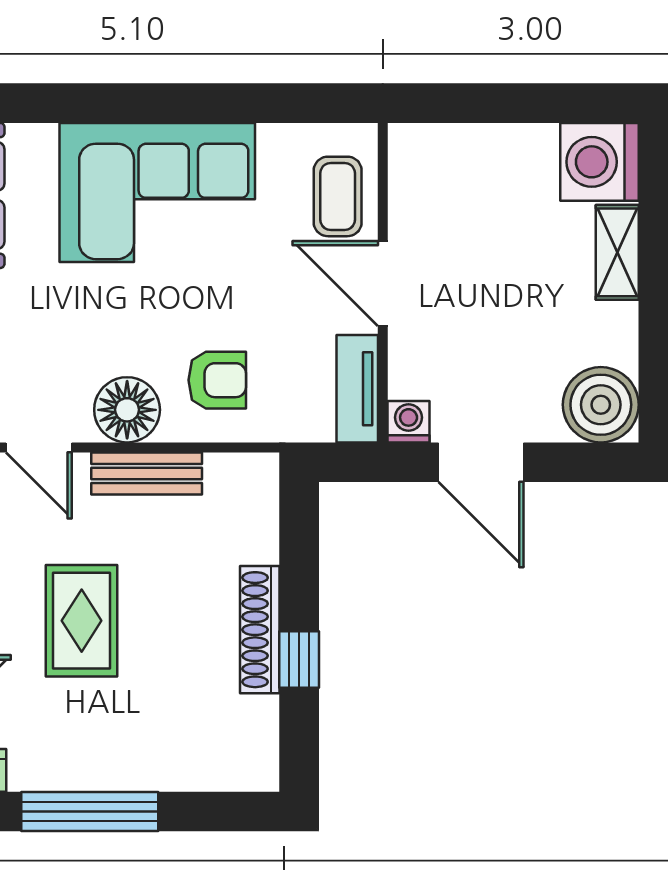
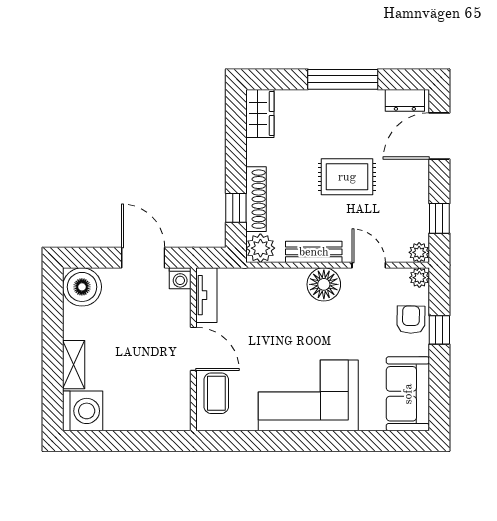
armchair: (217, 380) -> (278, 299), removed
plant: (251, 481) -> (260, 248), added
rug: (82, 621) -> (347, 177), turned 90
shoe rack: (260, 630) -> (256, 199), moved
window: (299, 659) -> (236, 208), moved
wardrobe: (252, 745) -> (260, 114), added

